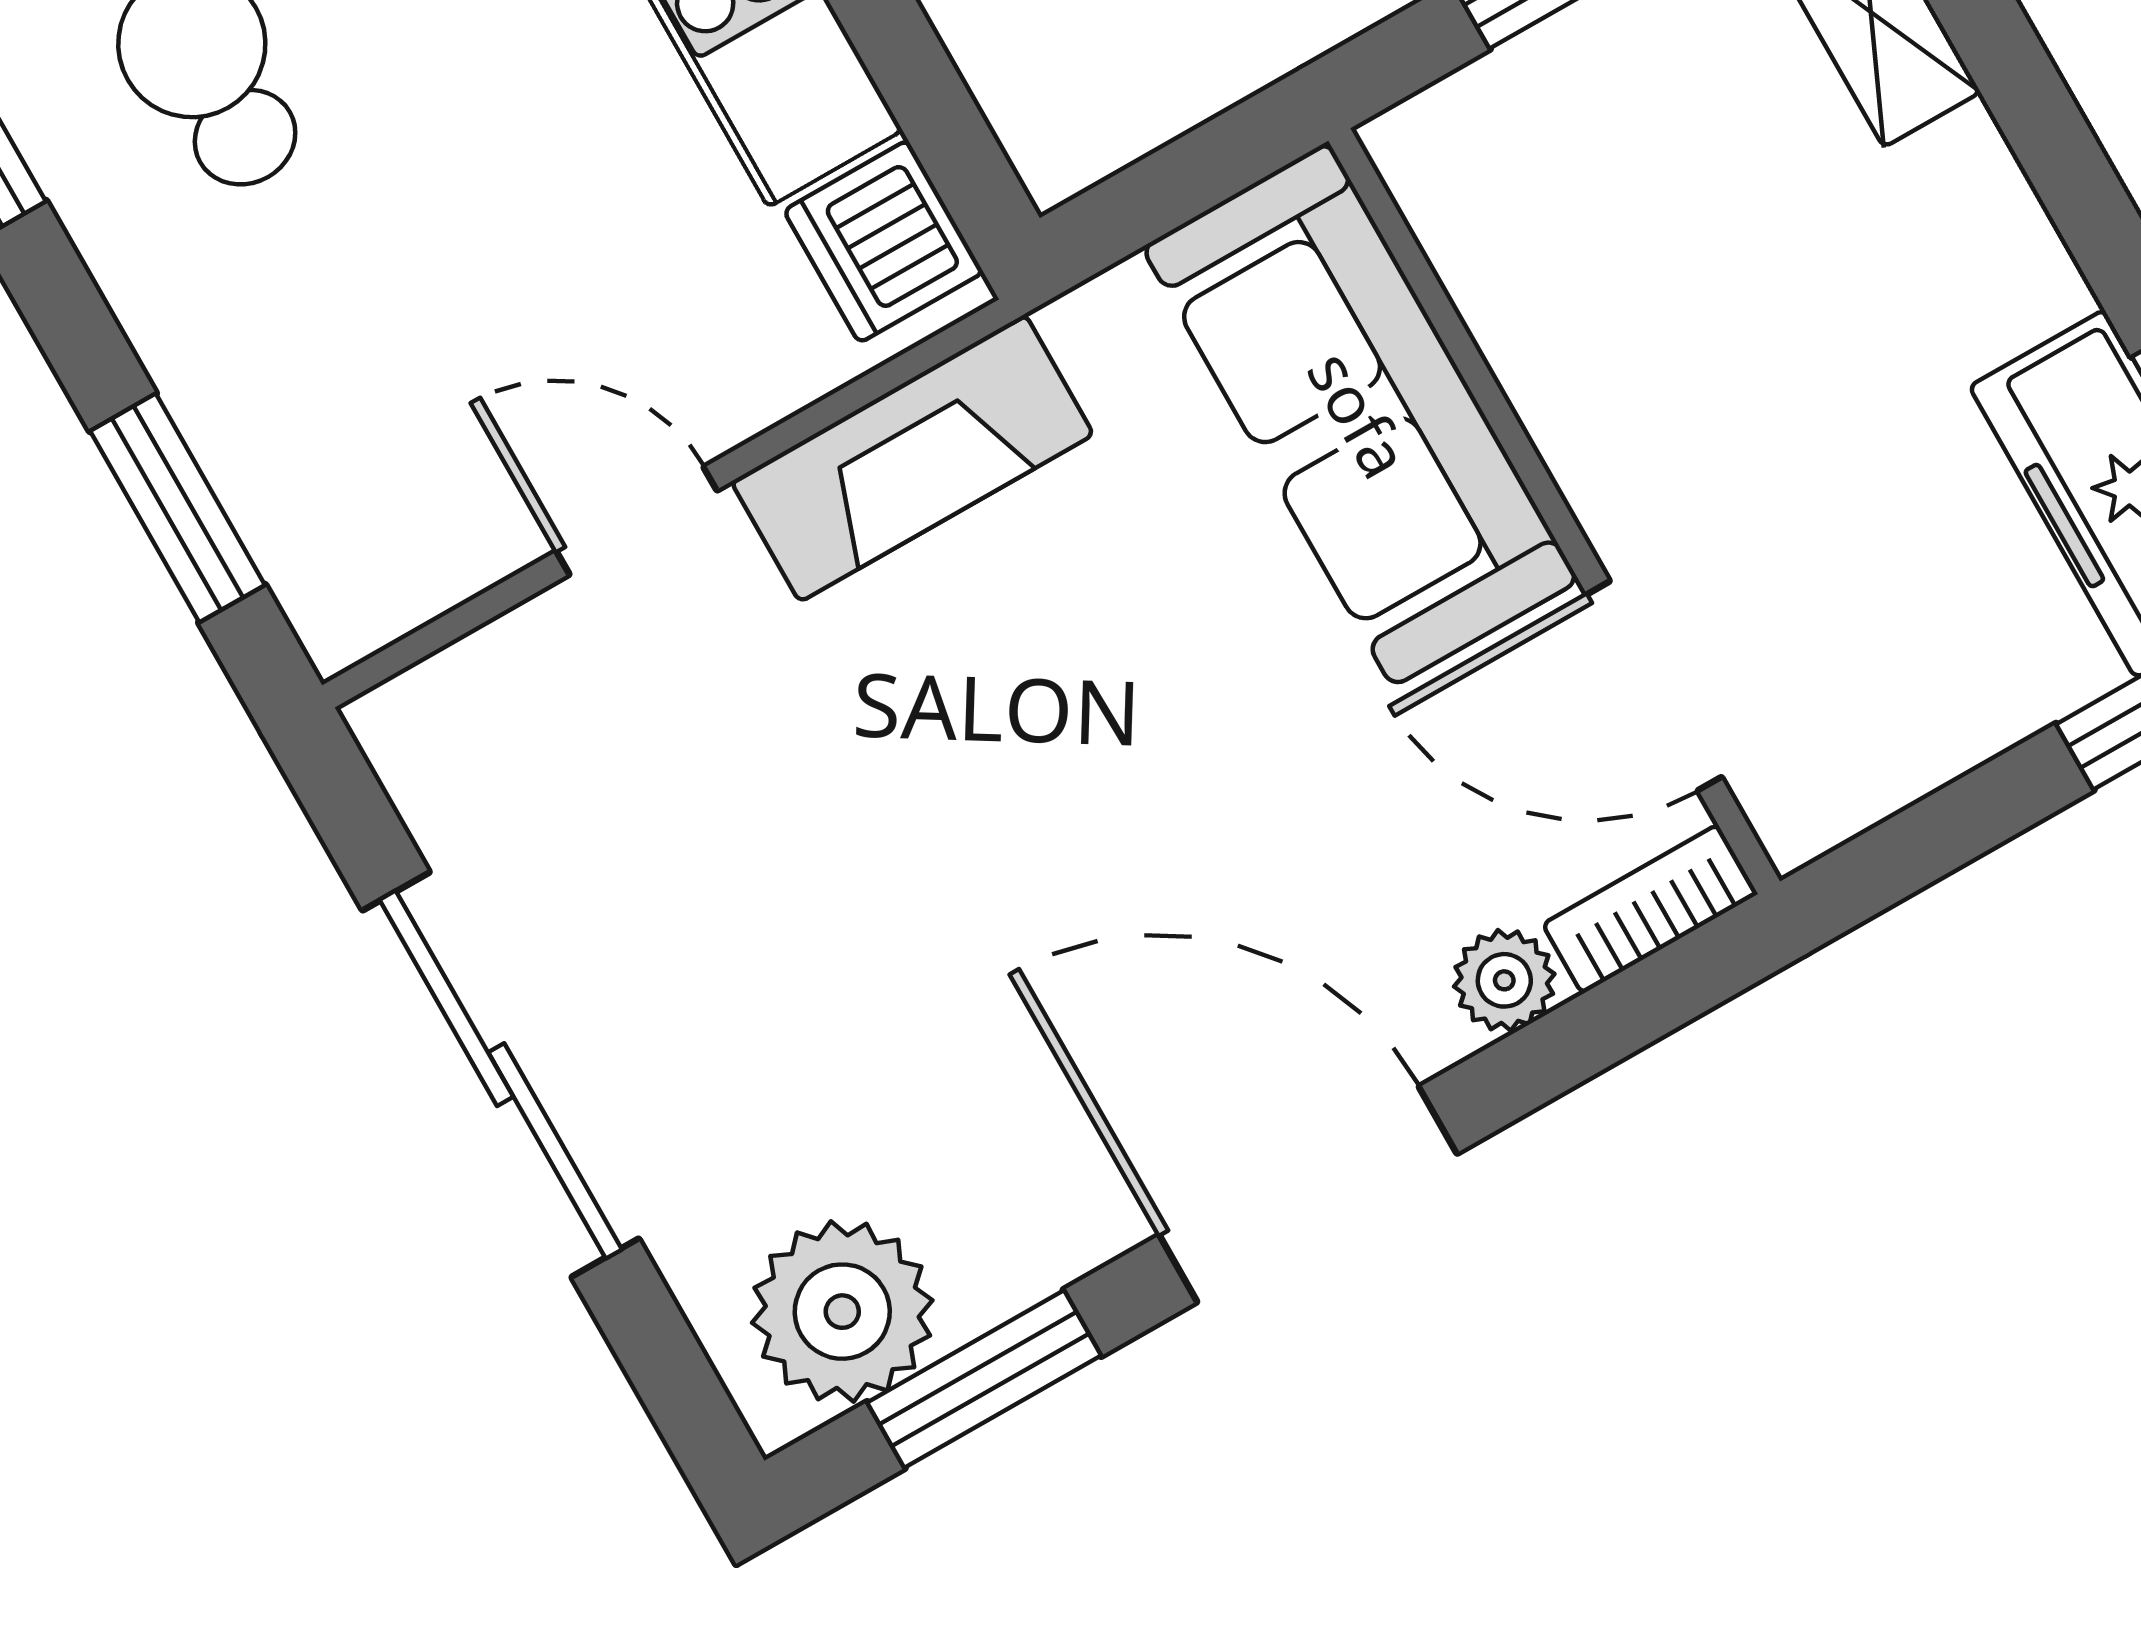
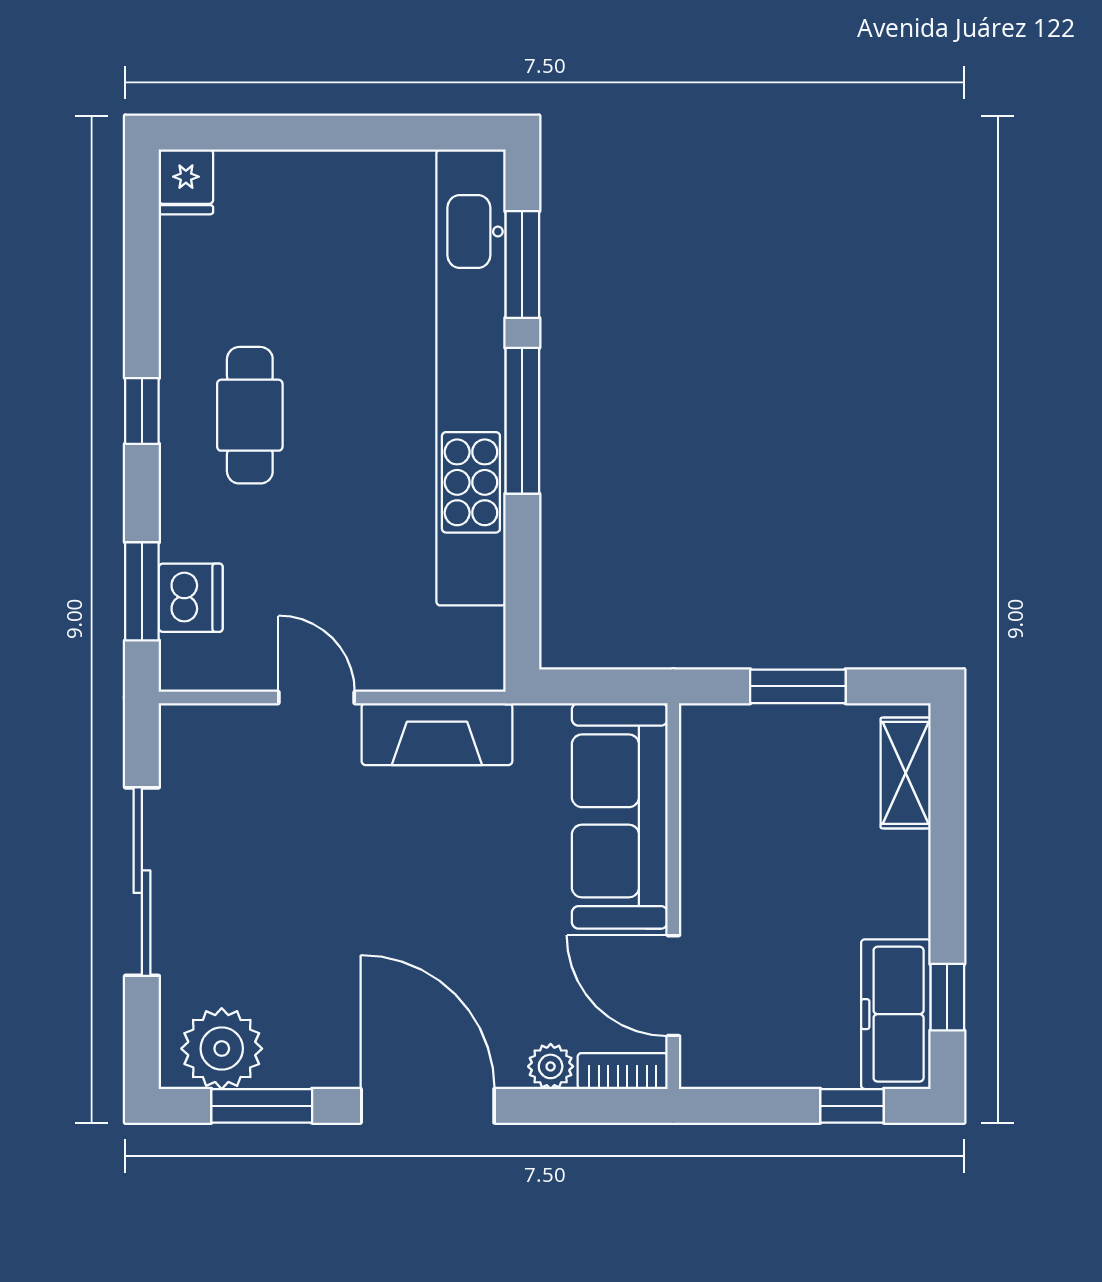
dishwasher: (884, 241) -> (191, 598), moved, turned 180

